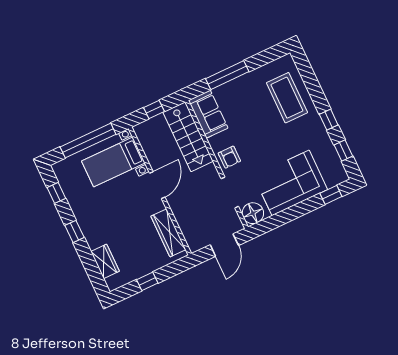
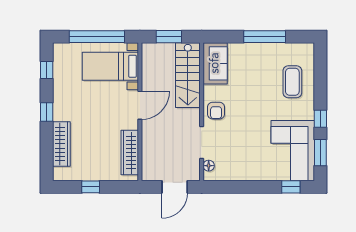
window: (227, 75) -> (265, 37), moved
coffee table: (287, 98) -> (292, 82), width x0.73, depth x0.76
window: (154, 110) -> (169, 37), width x1.50
window: (343, 151) -> (320, 153), width x1.50
corner sofa: (291, 183) -> (293, 151), moved, turned -90
floor lamp: (253, 213) -> (209, 166), width x0.53, depth x0.53
wardrobe: (105, 261) -> (61, 144), width x1.50

